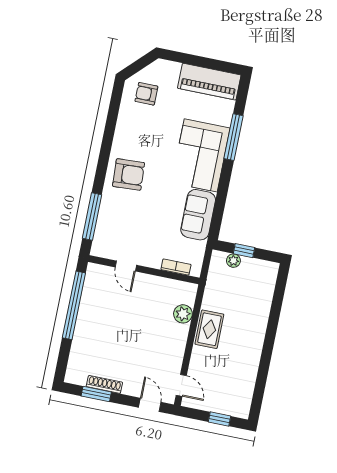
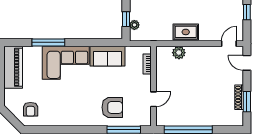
armchair: (129, 174) -> (112, 107), moved, turned 93
door: (150, 405) -> (247, 63), hinge flipped

